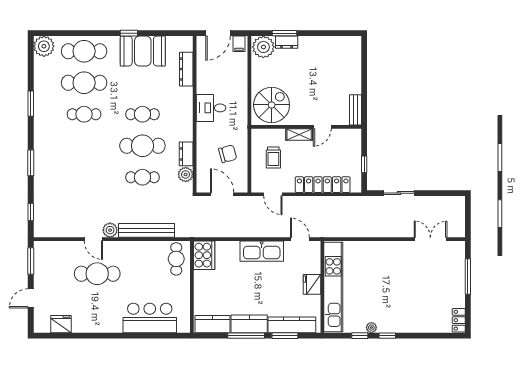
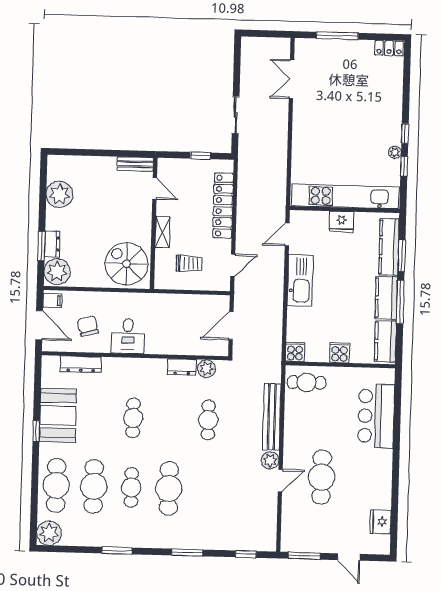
plant: (328, 47) -> (59, 194), added
door: (322, 127) -> (155, 189), moved
cafe table: (142, 146) -> (169, 489), moved
chair: (228, 154) -> (88, 326), moved
cooker: (204, 255) -> (295, 352), width x0.53, depth x0.76
cooker: (202, 286) -> (340, 353), added

